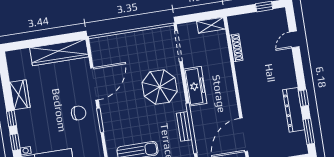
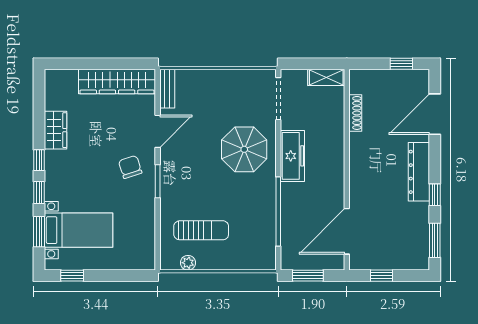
door: (294, 39) -> (435, 114), width x1.88
door: (94, 84) -> (158, 131), width x0.73
dresser: (294, 110) -> (419, 172), moved
chair: (79, 113) -> (130, 167), turned -108
bench: (184, 126) -> (167, 89), moved

